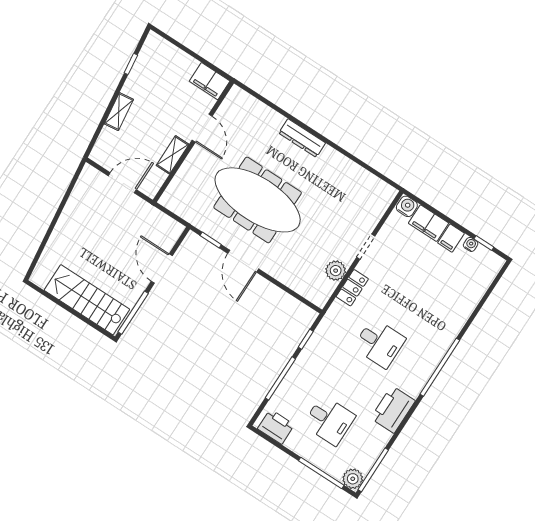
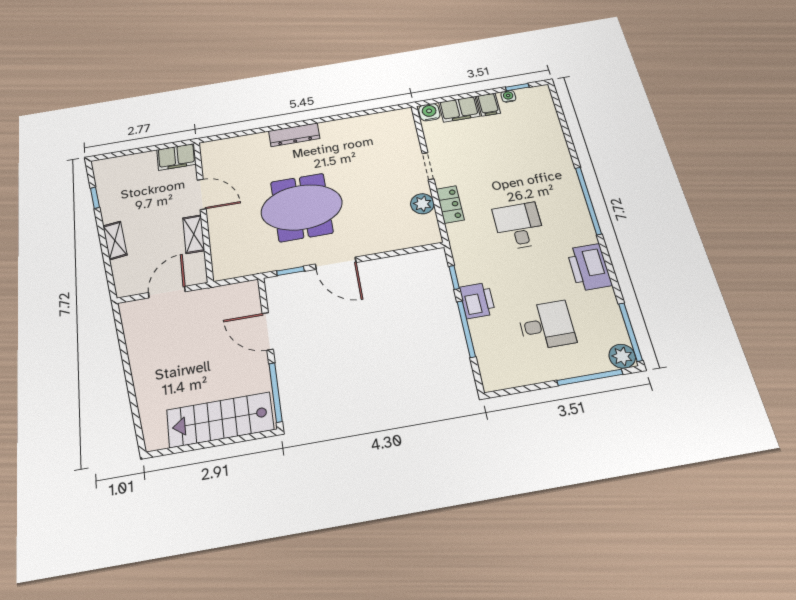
meeting table: (258, 200) -> (302, 207), width x0.73
desk: (379, 343) -> (519, 226), turned -90
printer: (276, 427) -> (477, 301), moved, turned 90

